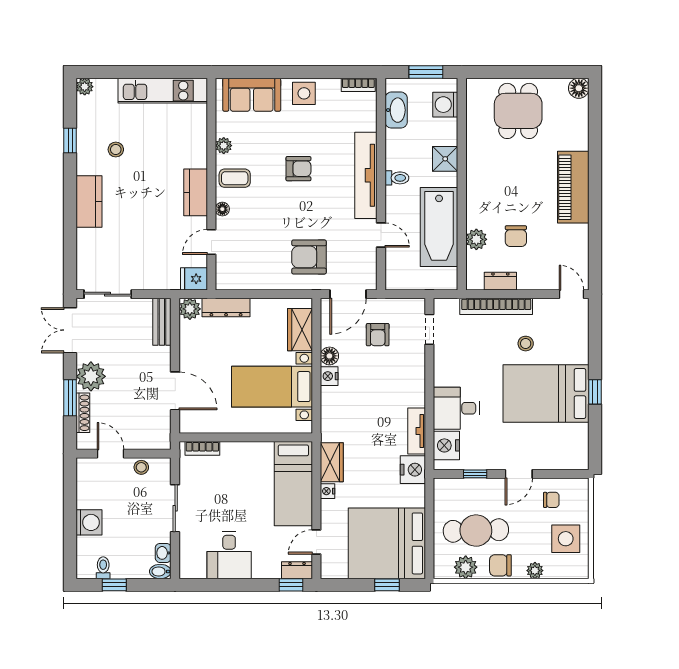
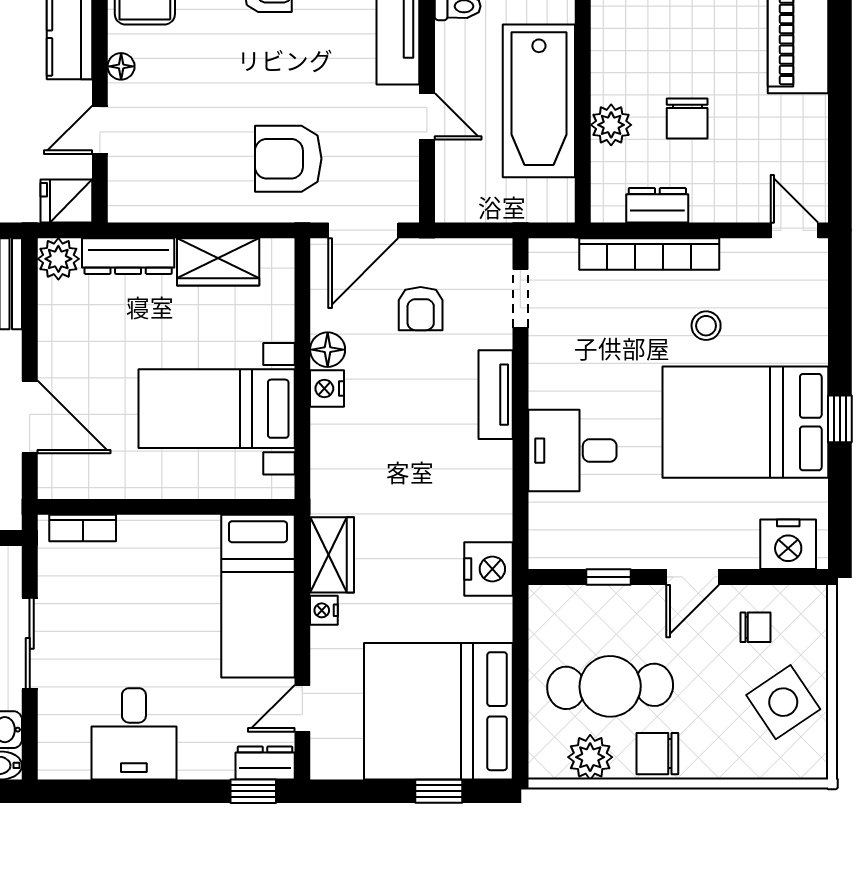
wardrobe: (300, 330) -> (218, 262), moved, turned -90
tv unit: (417, 431) -> (496, 395), moved
nightstand: (446, 445) -> (788, 544), moved, turned -90
side table: (566, 539) -> (783, 702), turned -34
plant: (535, 571) -> (724, 764), removed

